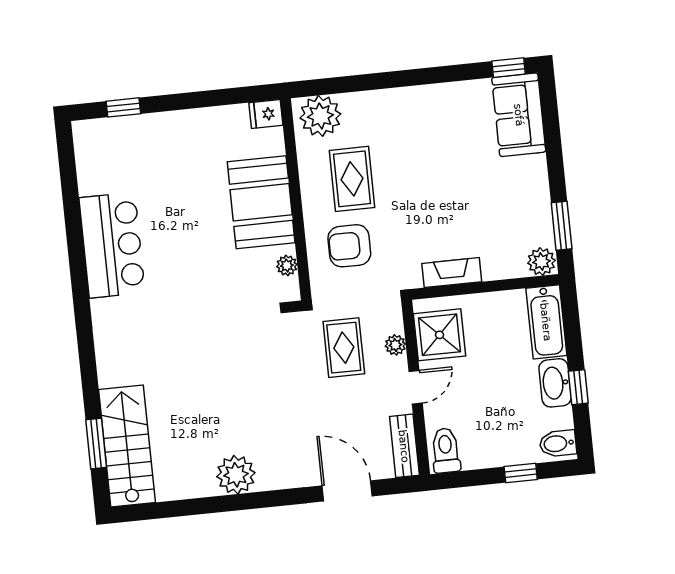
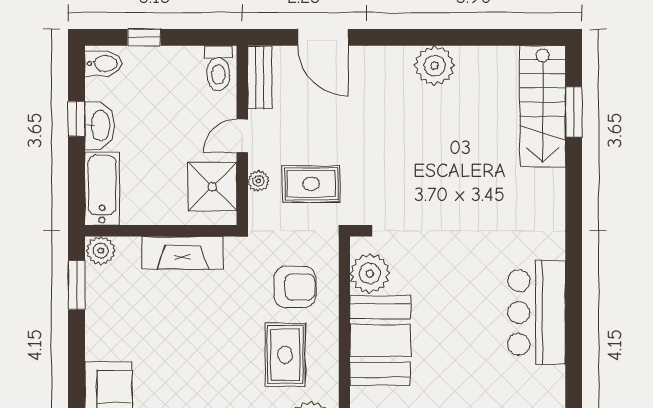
plant: (287, 265) -> (370, 273), width x1.88, depth x1.88
fireplace: (452, 273) -> (182, 253), width x1.37, depth x1.32
rug: (344, 348) -> (311, 184), turned 90

